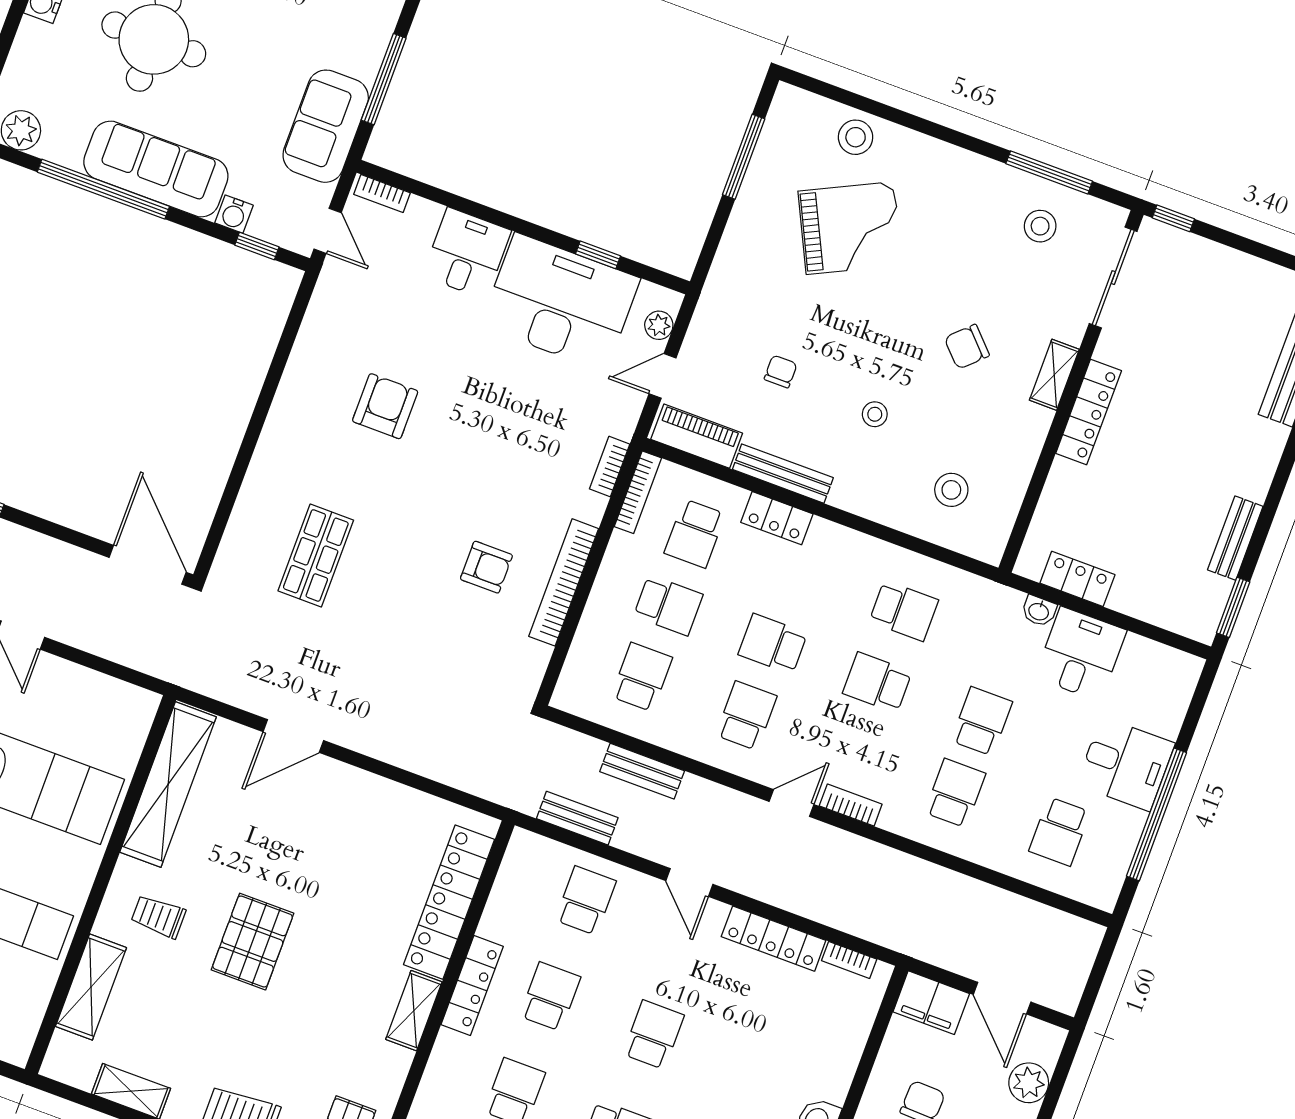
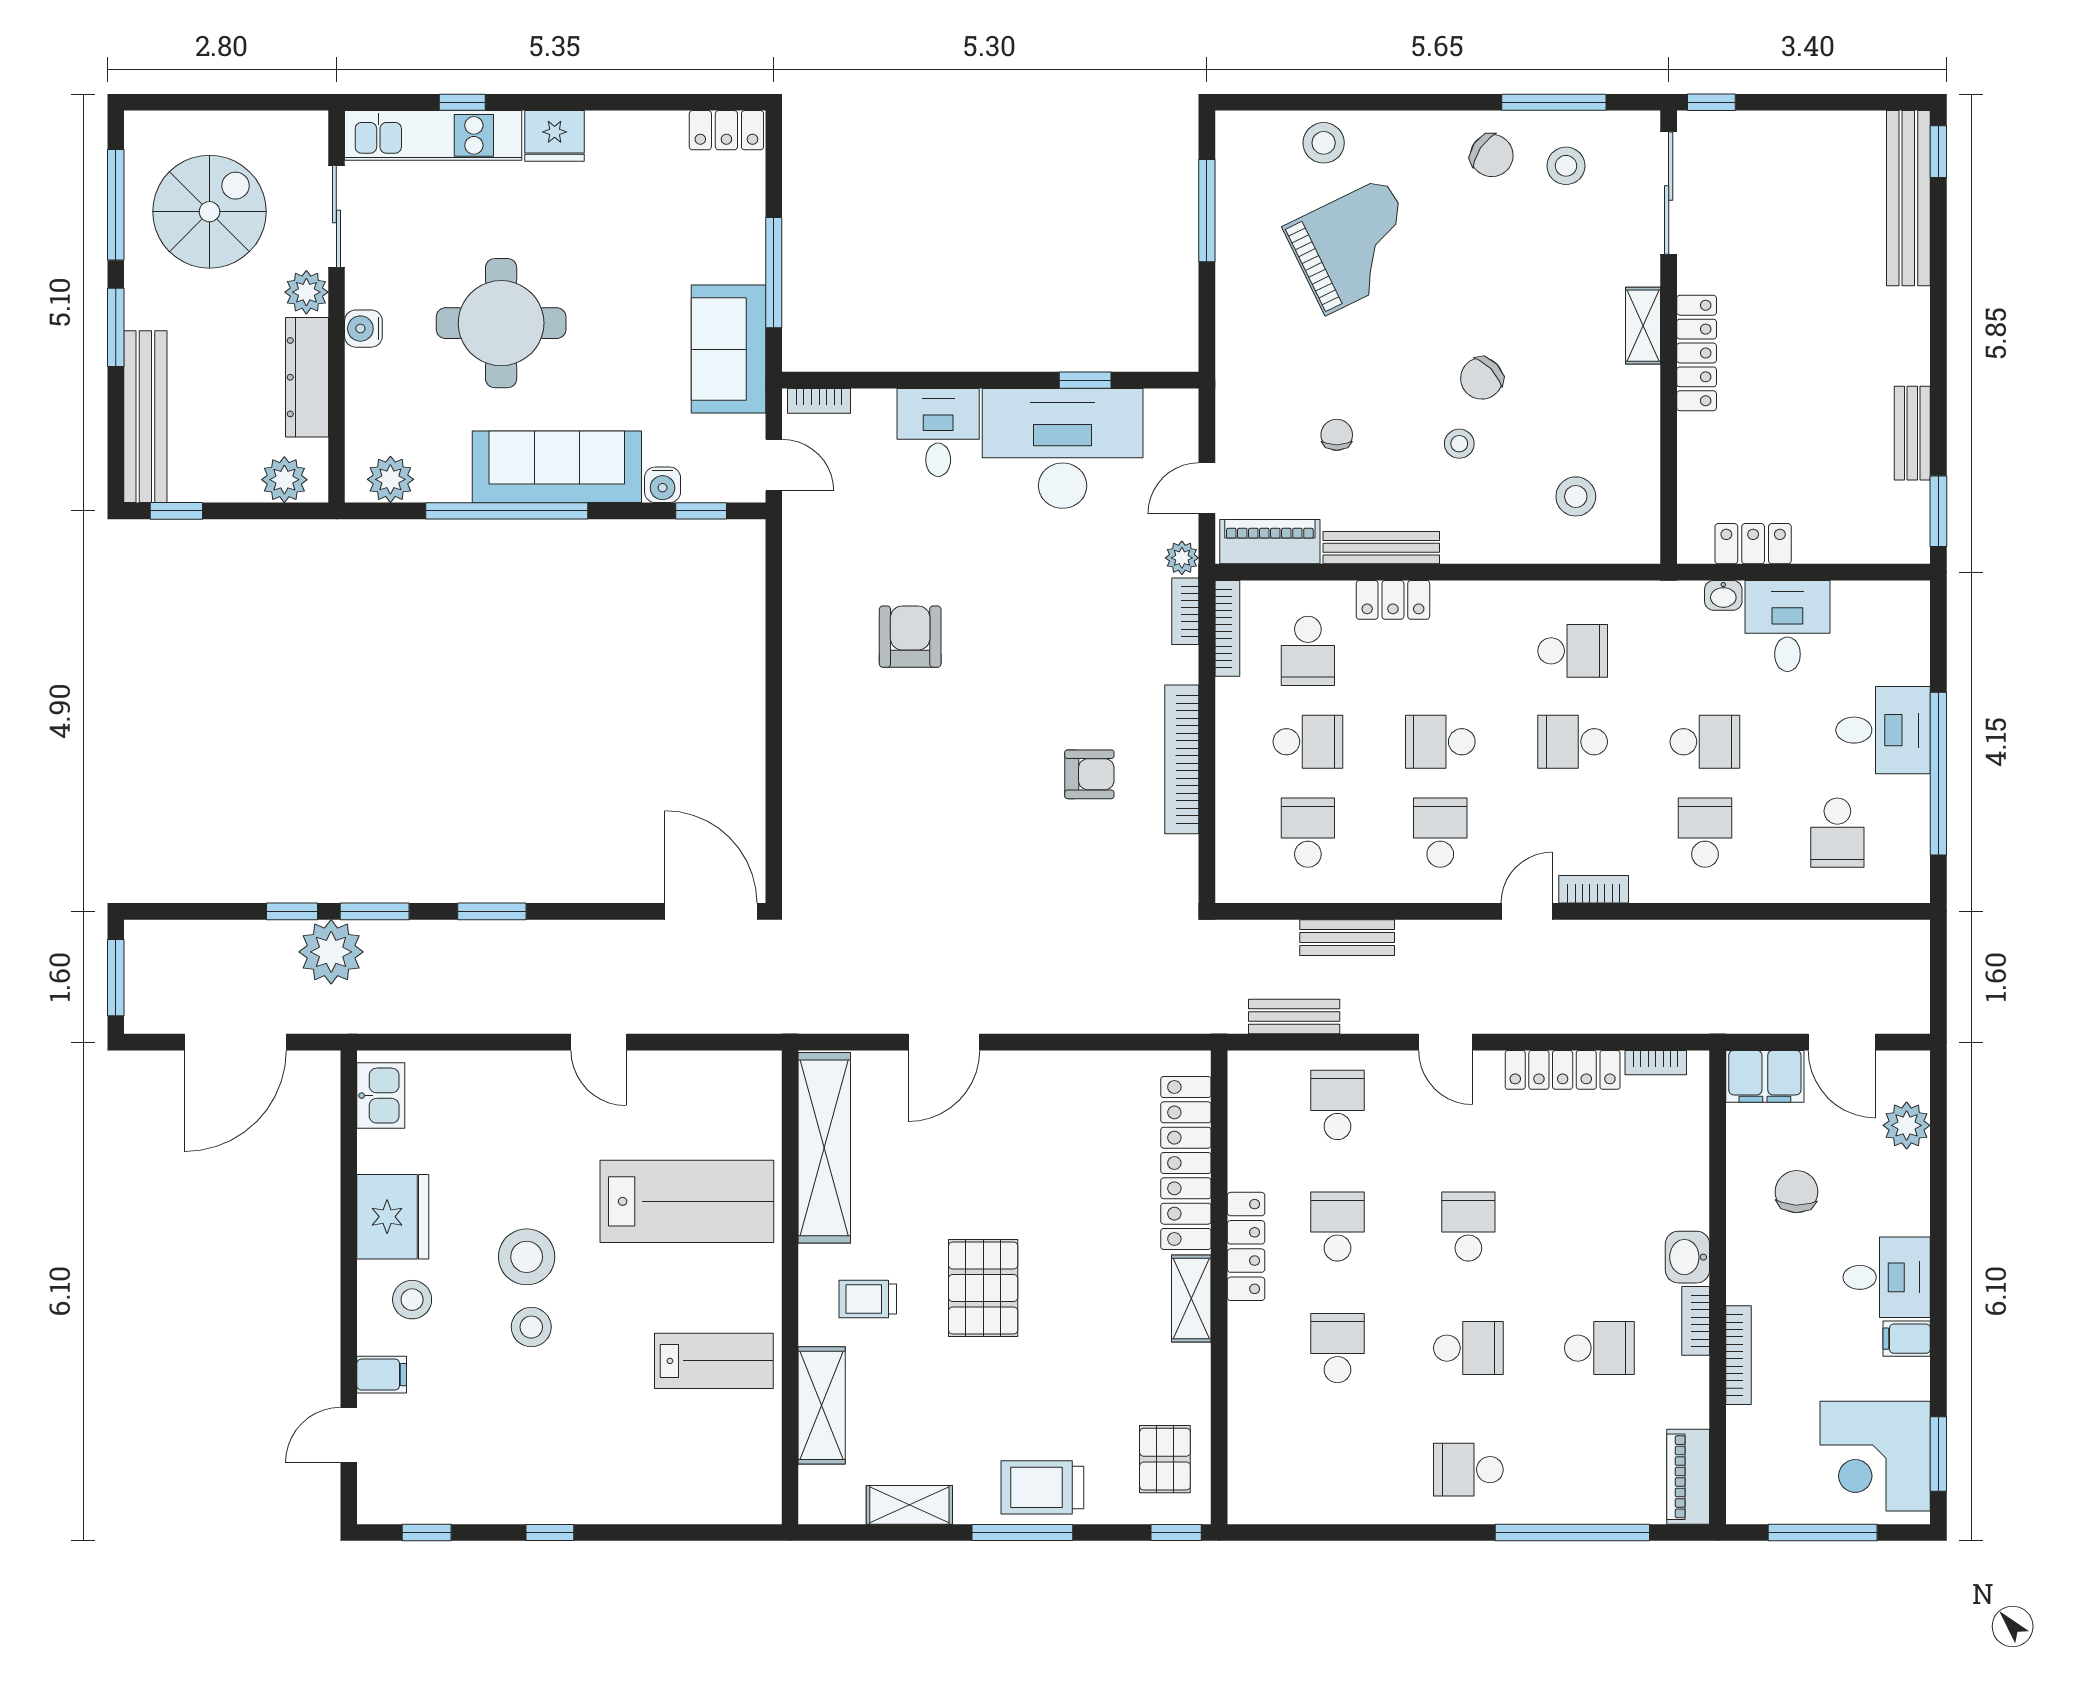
chair: (985, 196) -> (1492, 155), added
plant: (659, 325) -> (1182, 558), moved
chair: (967, 347) -> (1482, 378), moved
shop shelf: (316, 555) -> (894, 832), removed
school desk: (982, 721) -> (1705, 742), turned 90

